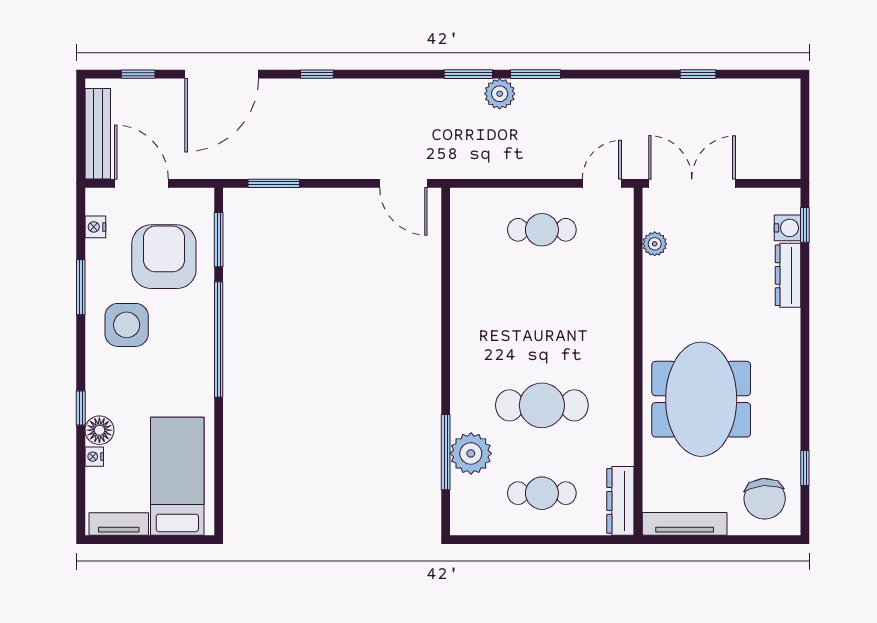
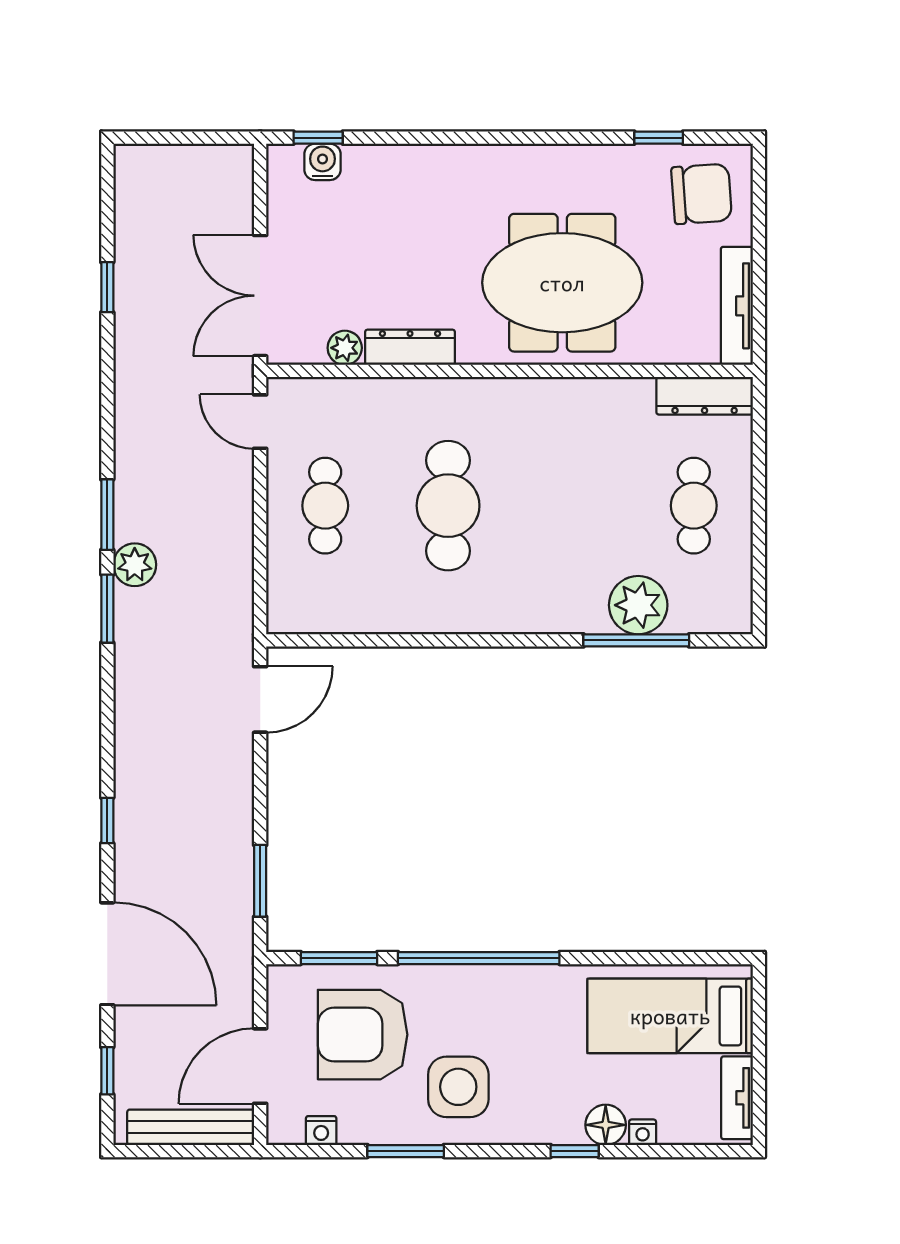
dresser: (788, 275) -> (410, 347), moved, turned 180
cafe table: (542, 405) -> (448, 506), moved

